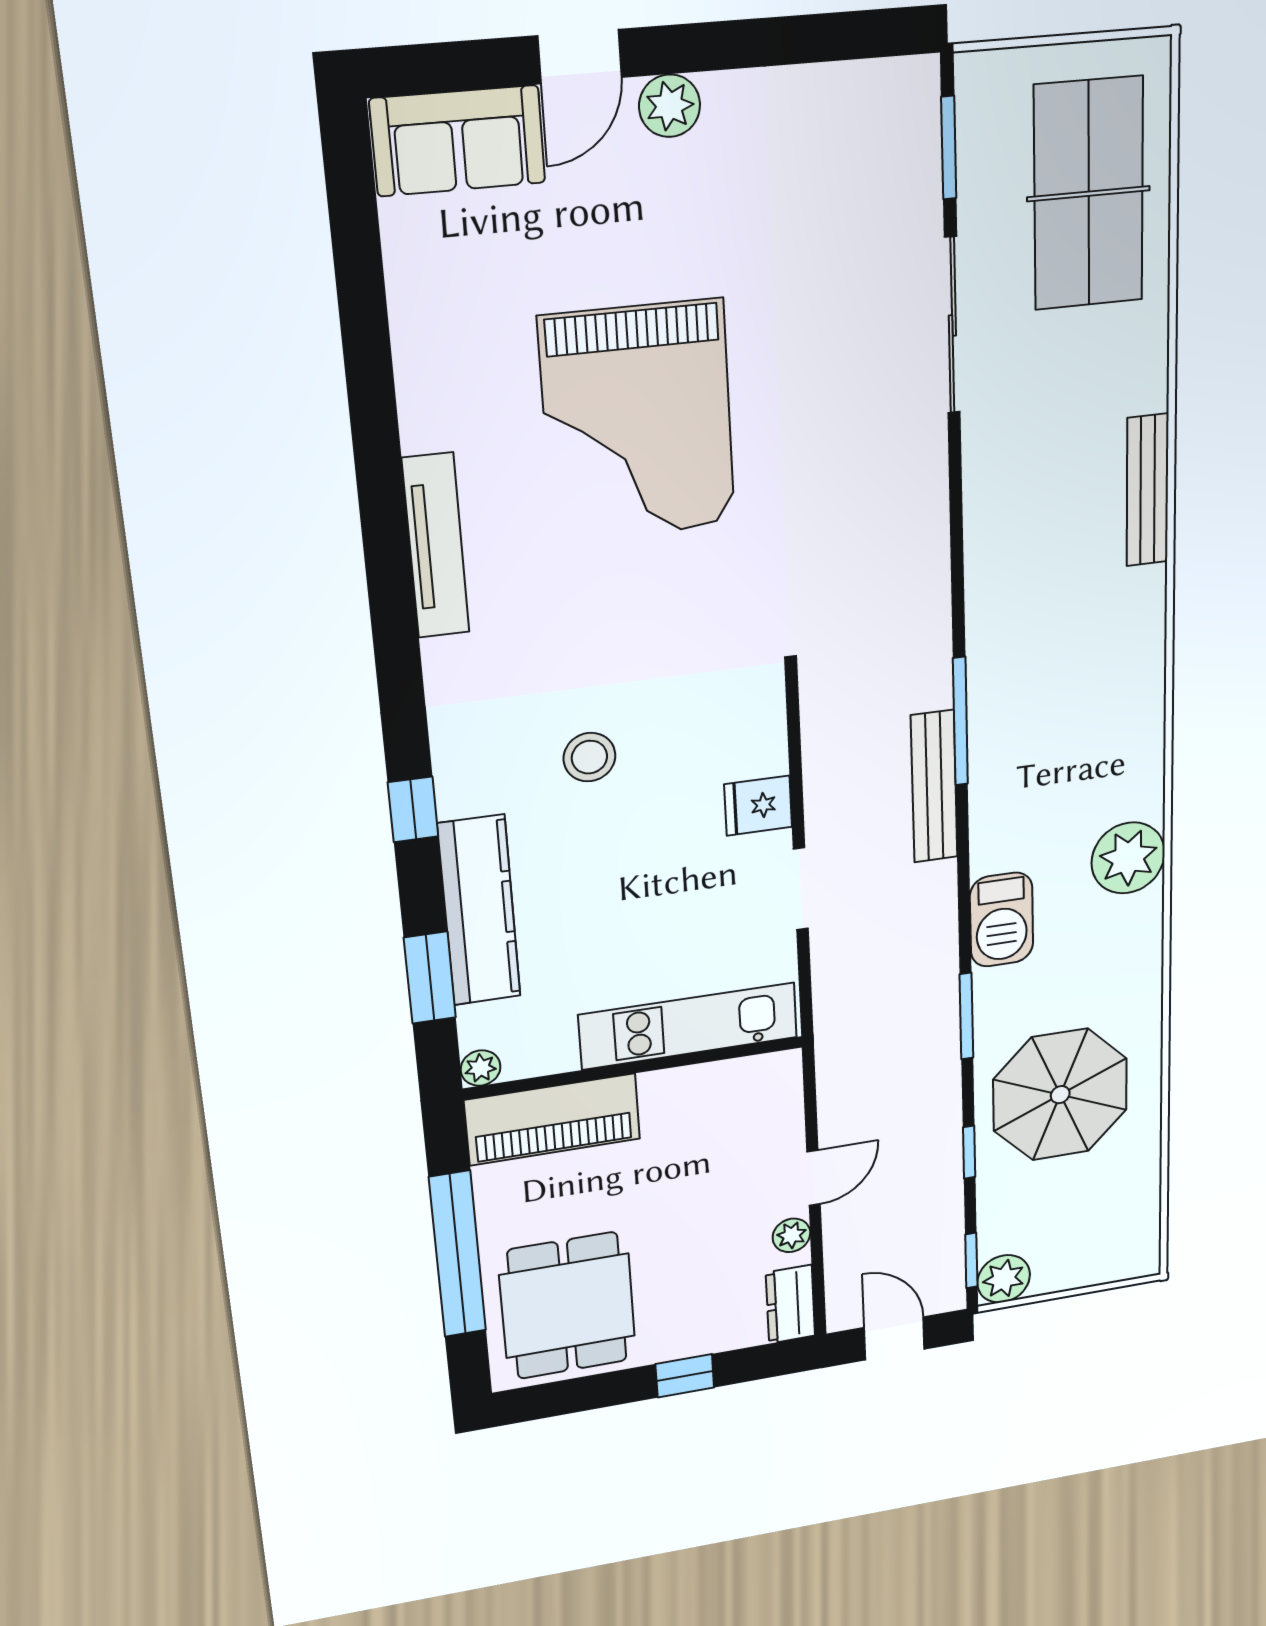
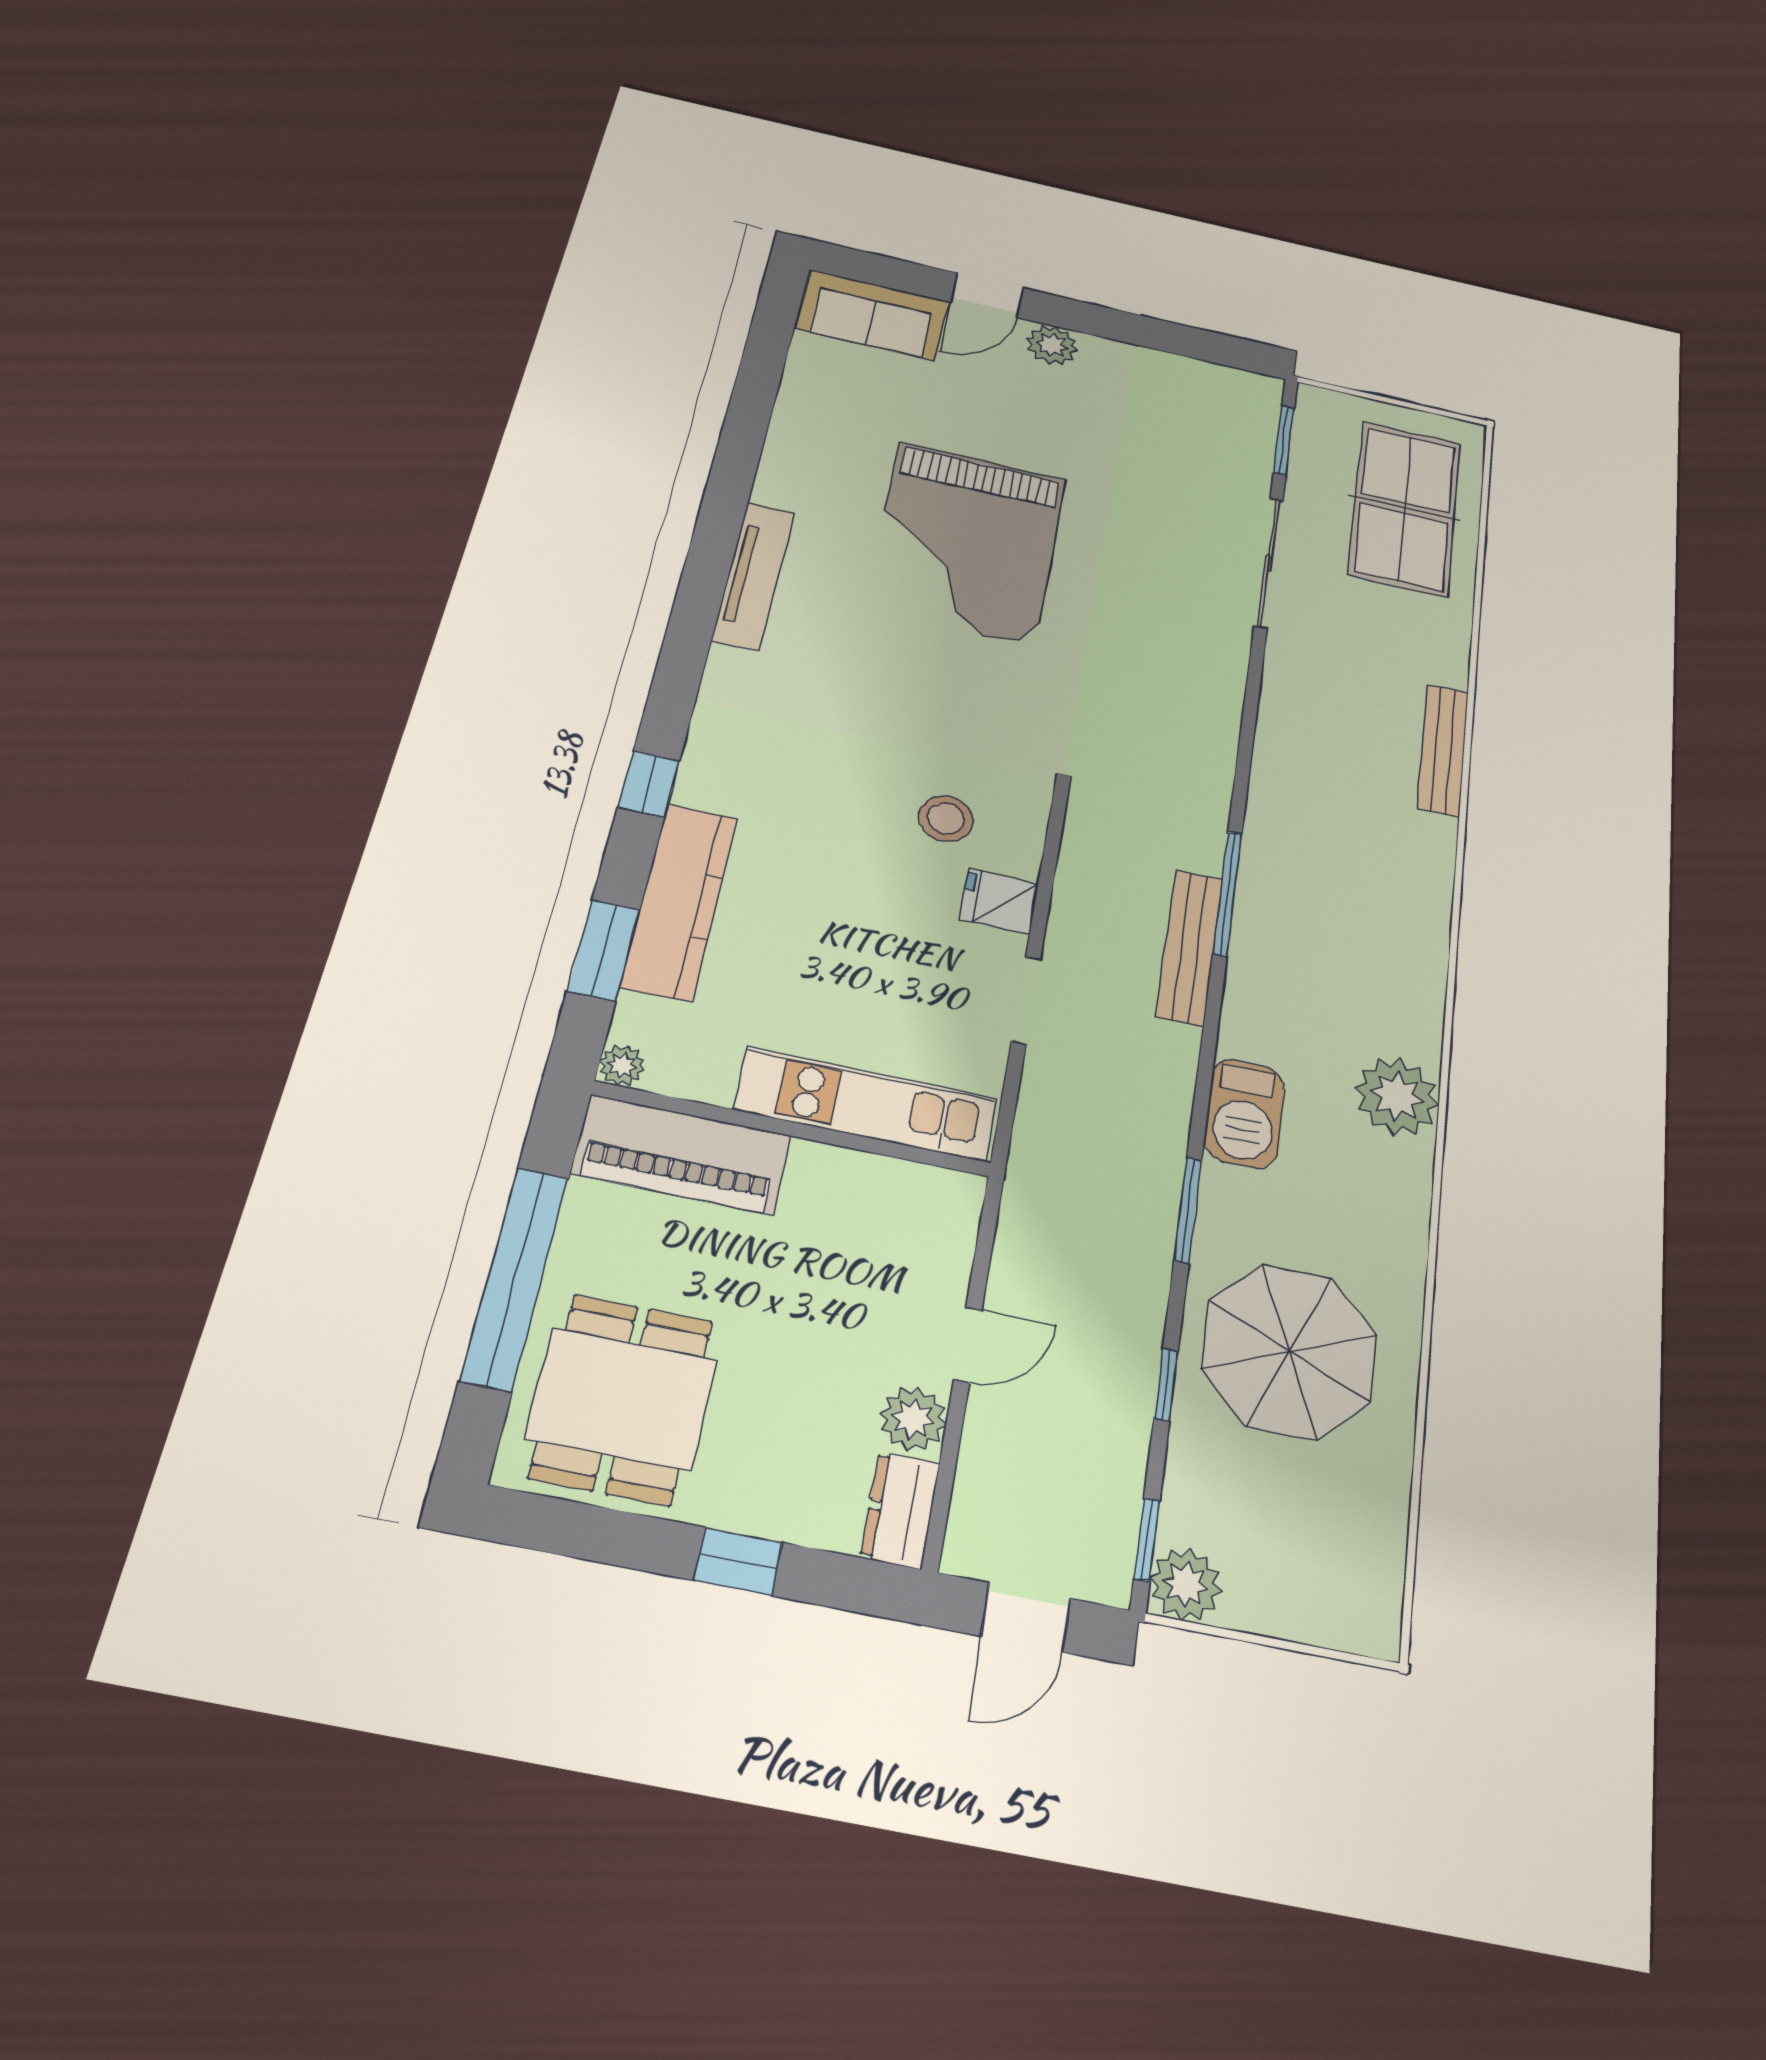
stool: (589, 757) -> (946, 819), moved
plant: (791, 1235) -> (913, 1419), width x1.38, depth x1.38
door: (894, 1338) -> (1026, 1617), swing flipped

